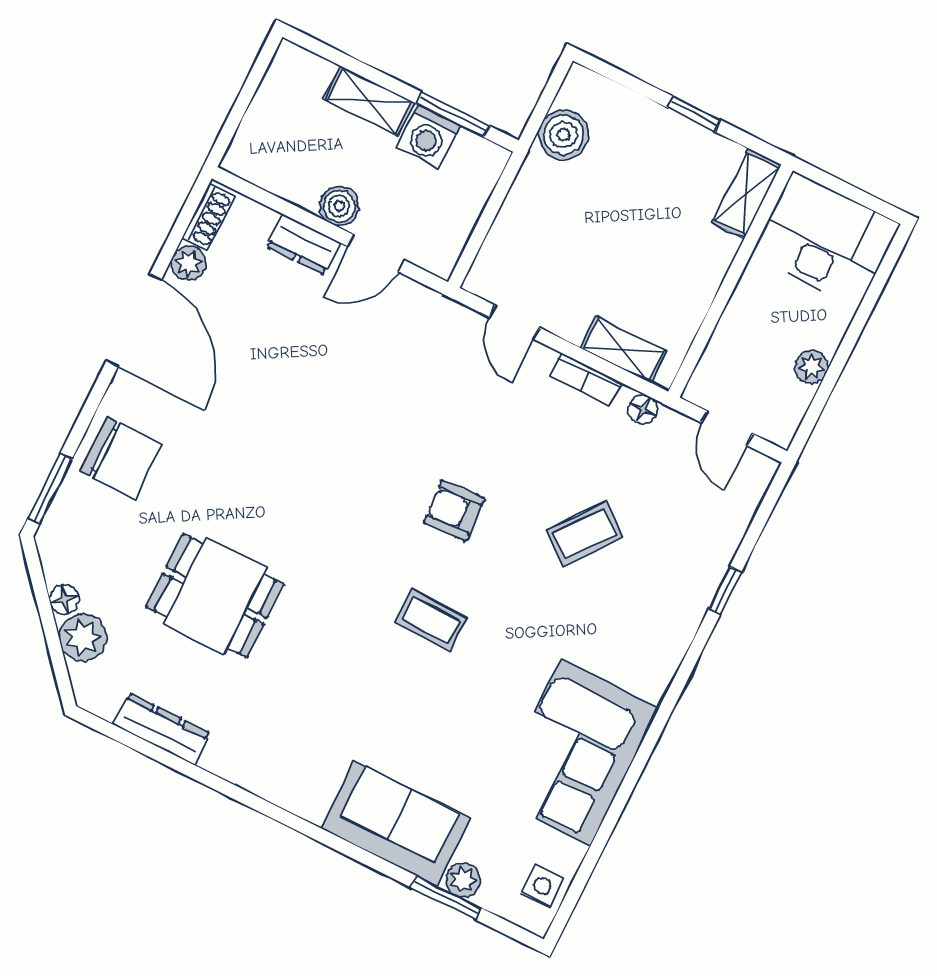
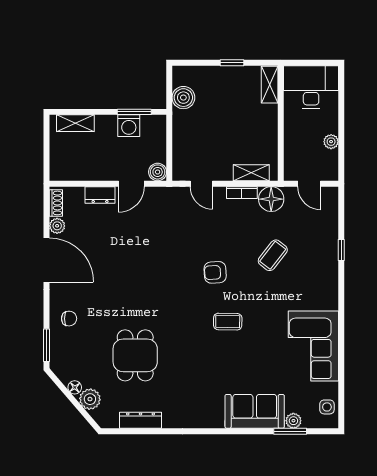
shelving: (369, 101) -> (75, 123), moved
boiler: (339, 206) -> (158, 172), moved
floor lamp: (643, 410) -> (271, 199), width x1.89, depth x1.89
chair: (121, 458) -> (69, 319), width x0.54, depth x0.54
dining table: (215, 596) -> (135, 355), turned 90

